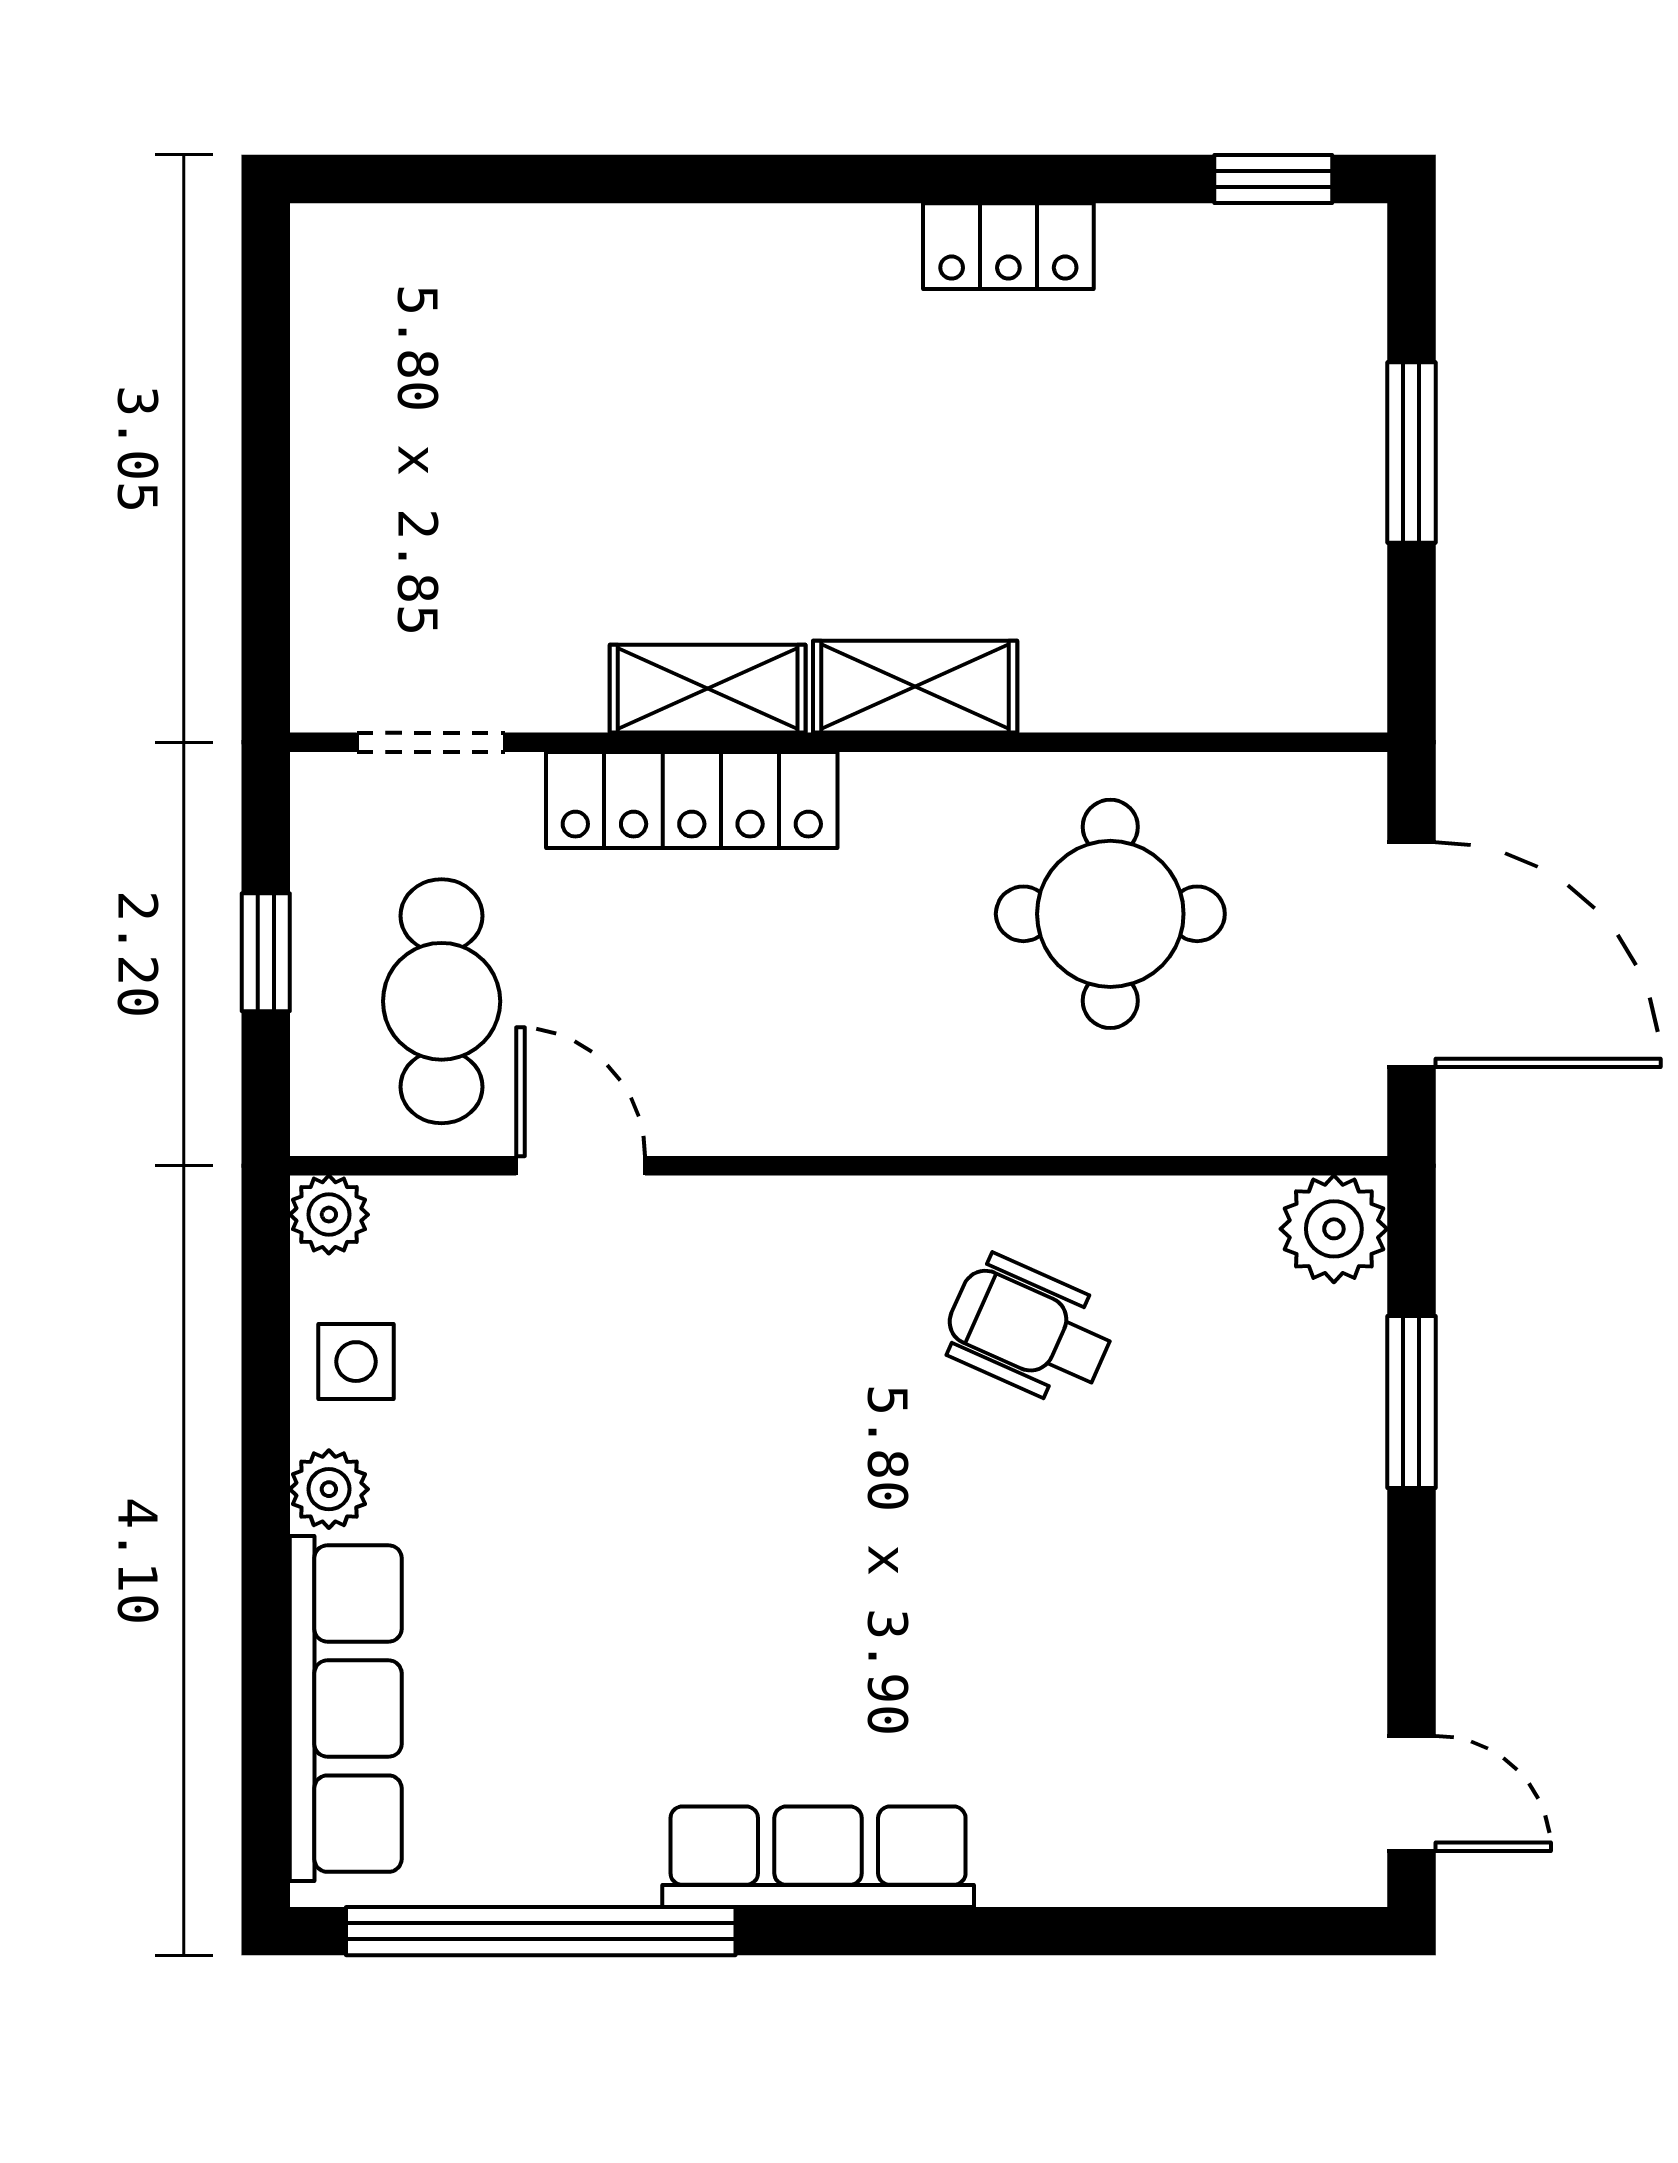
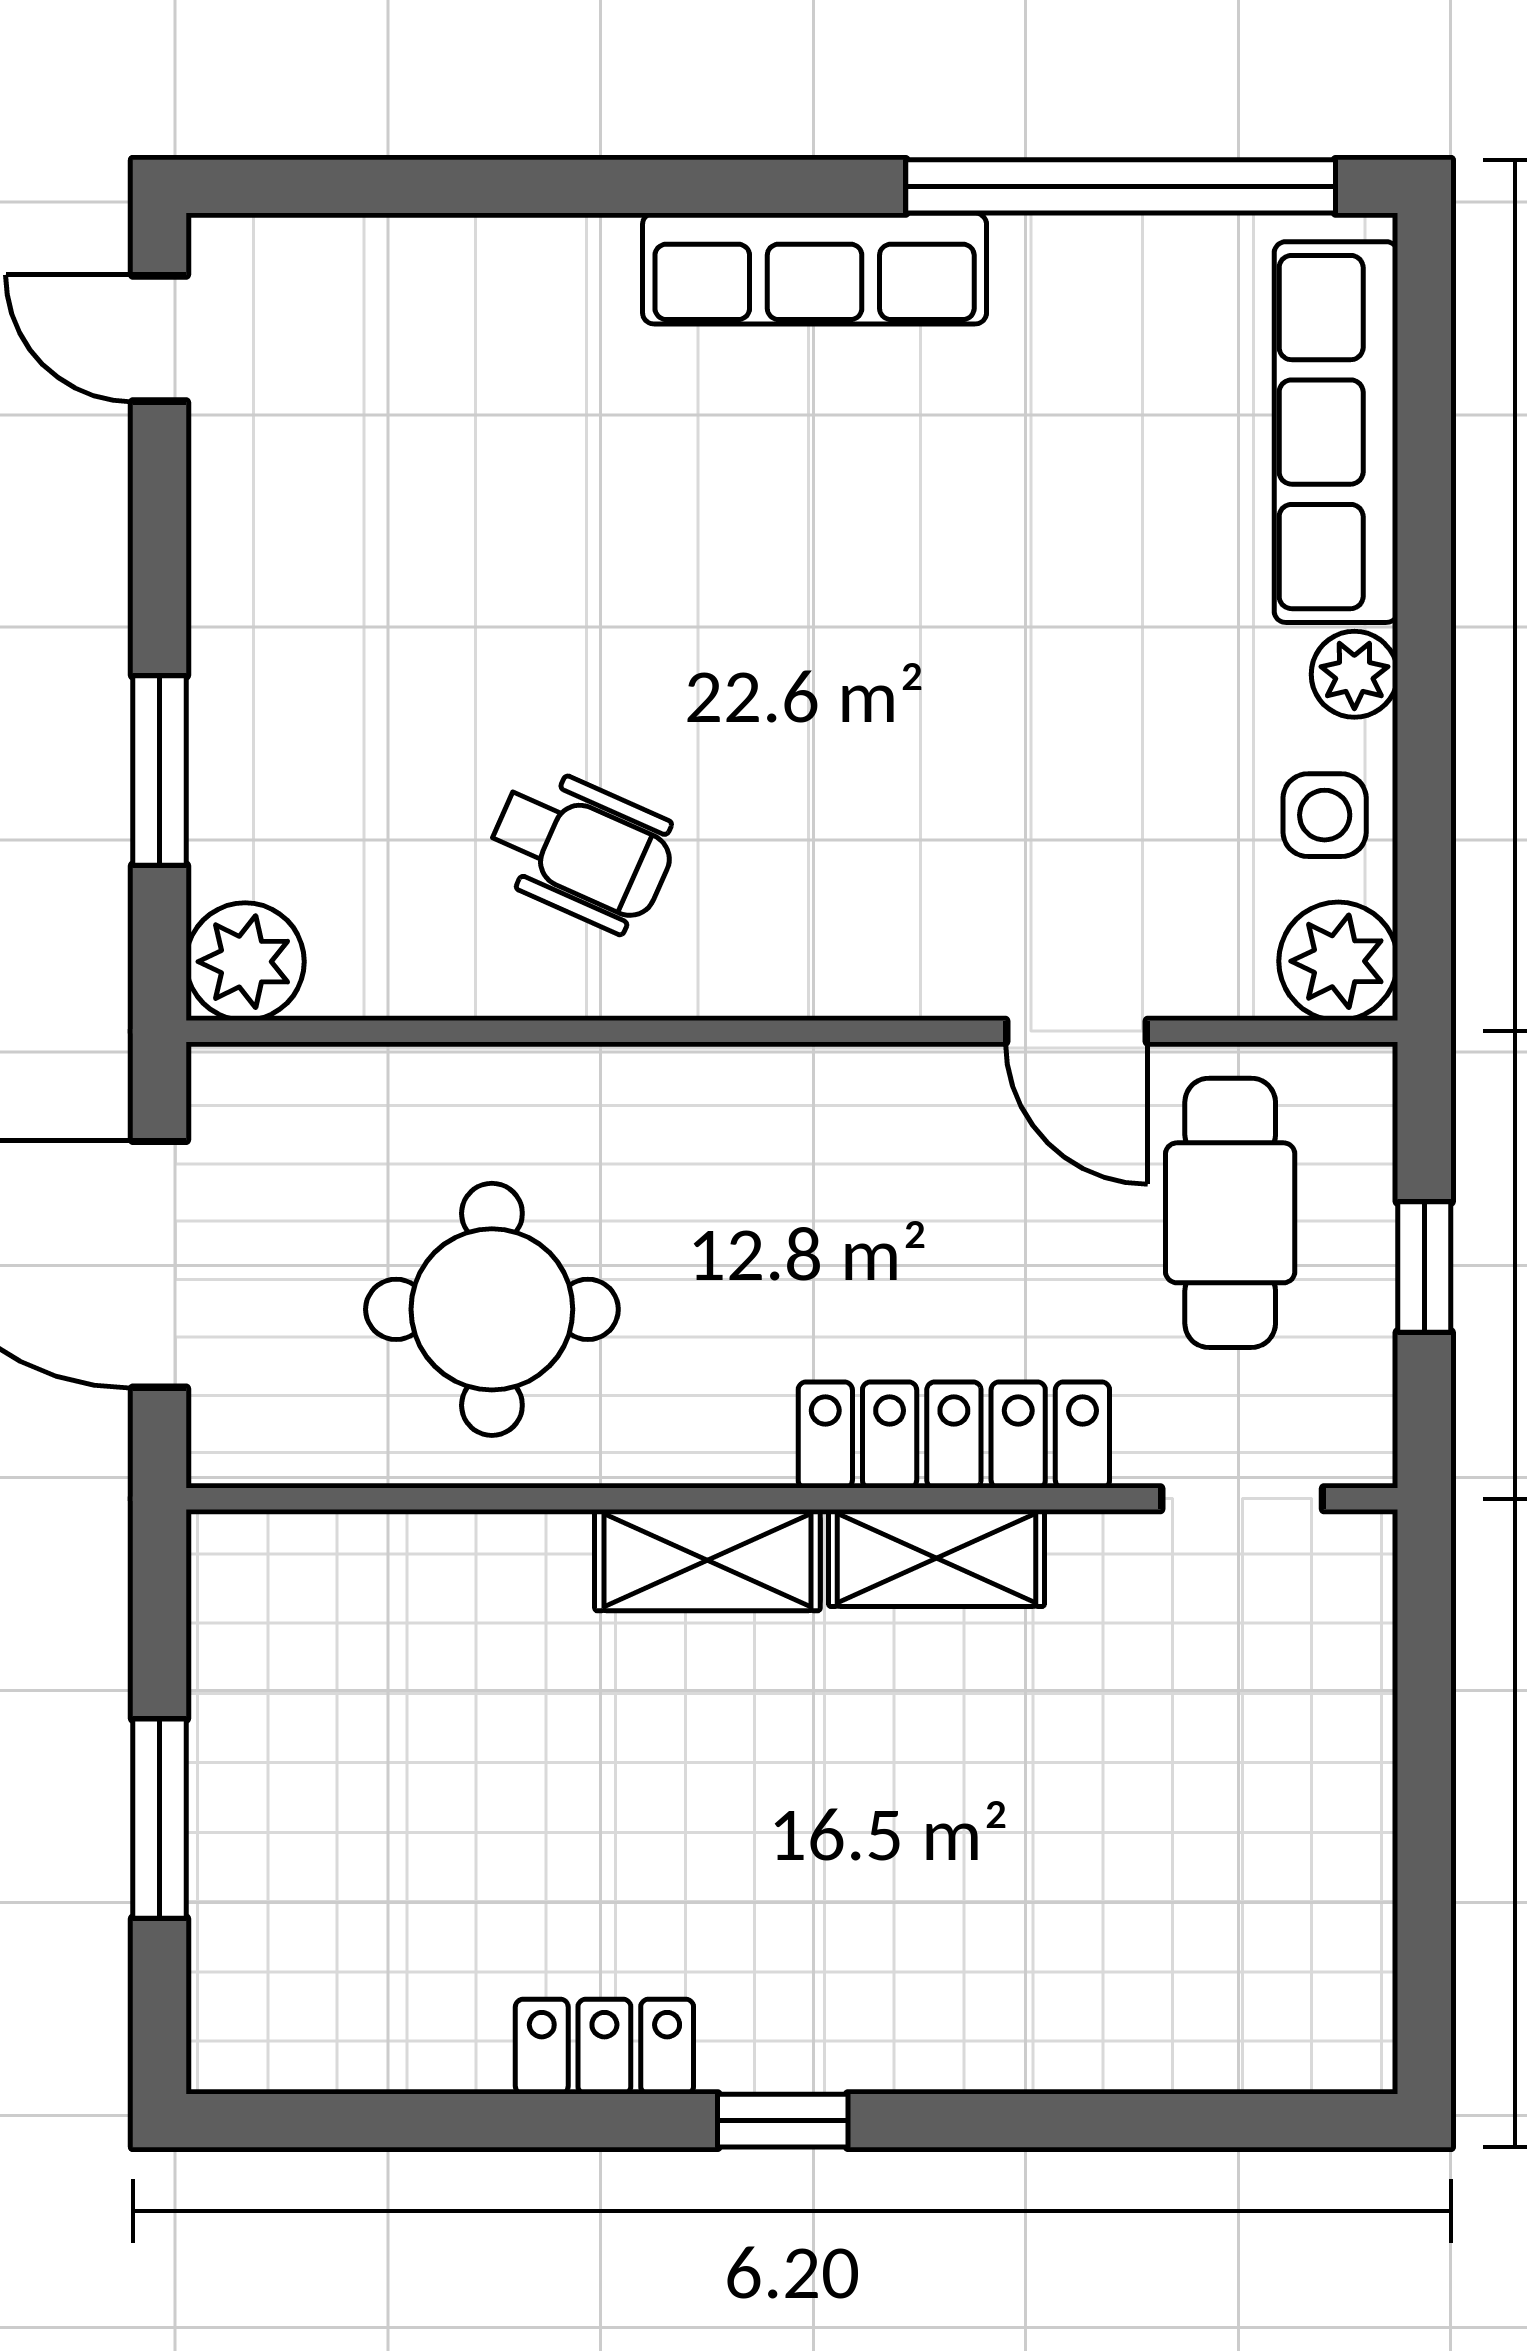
window: (1273, 179) -> (783, 2121), moved
plant: (329, 1215) -> (1338, 961), width x1.38, depth x1.38

